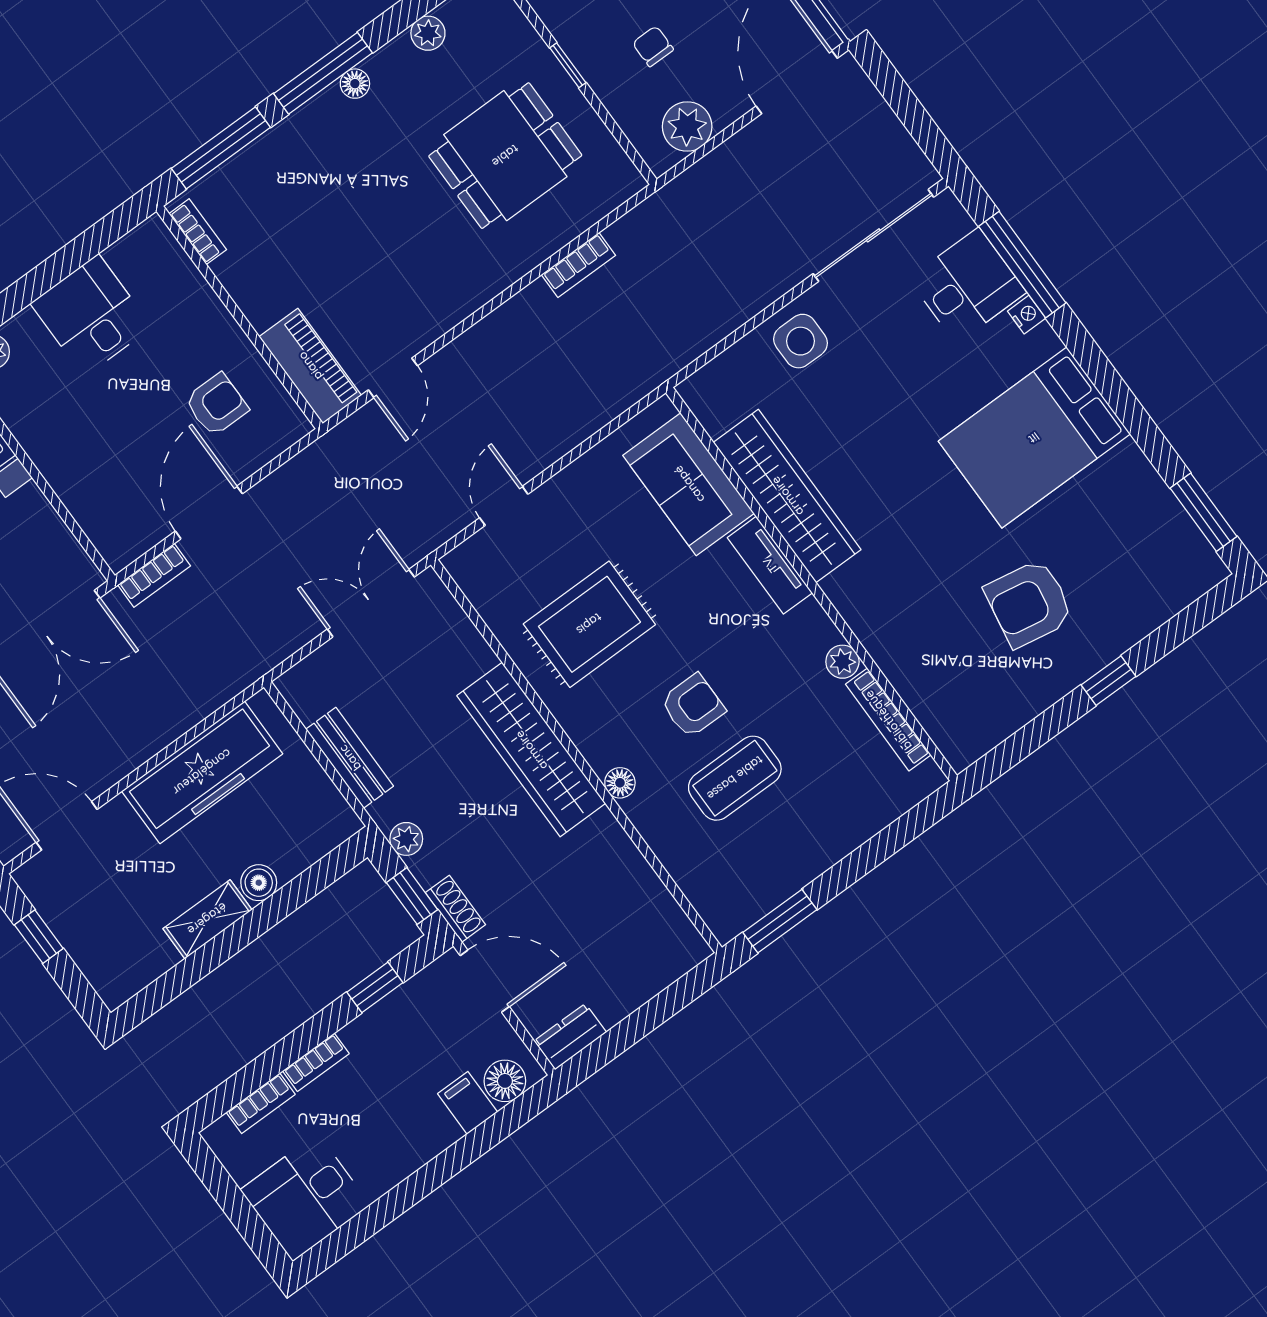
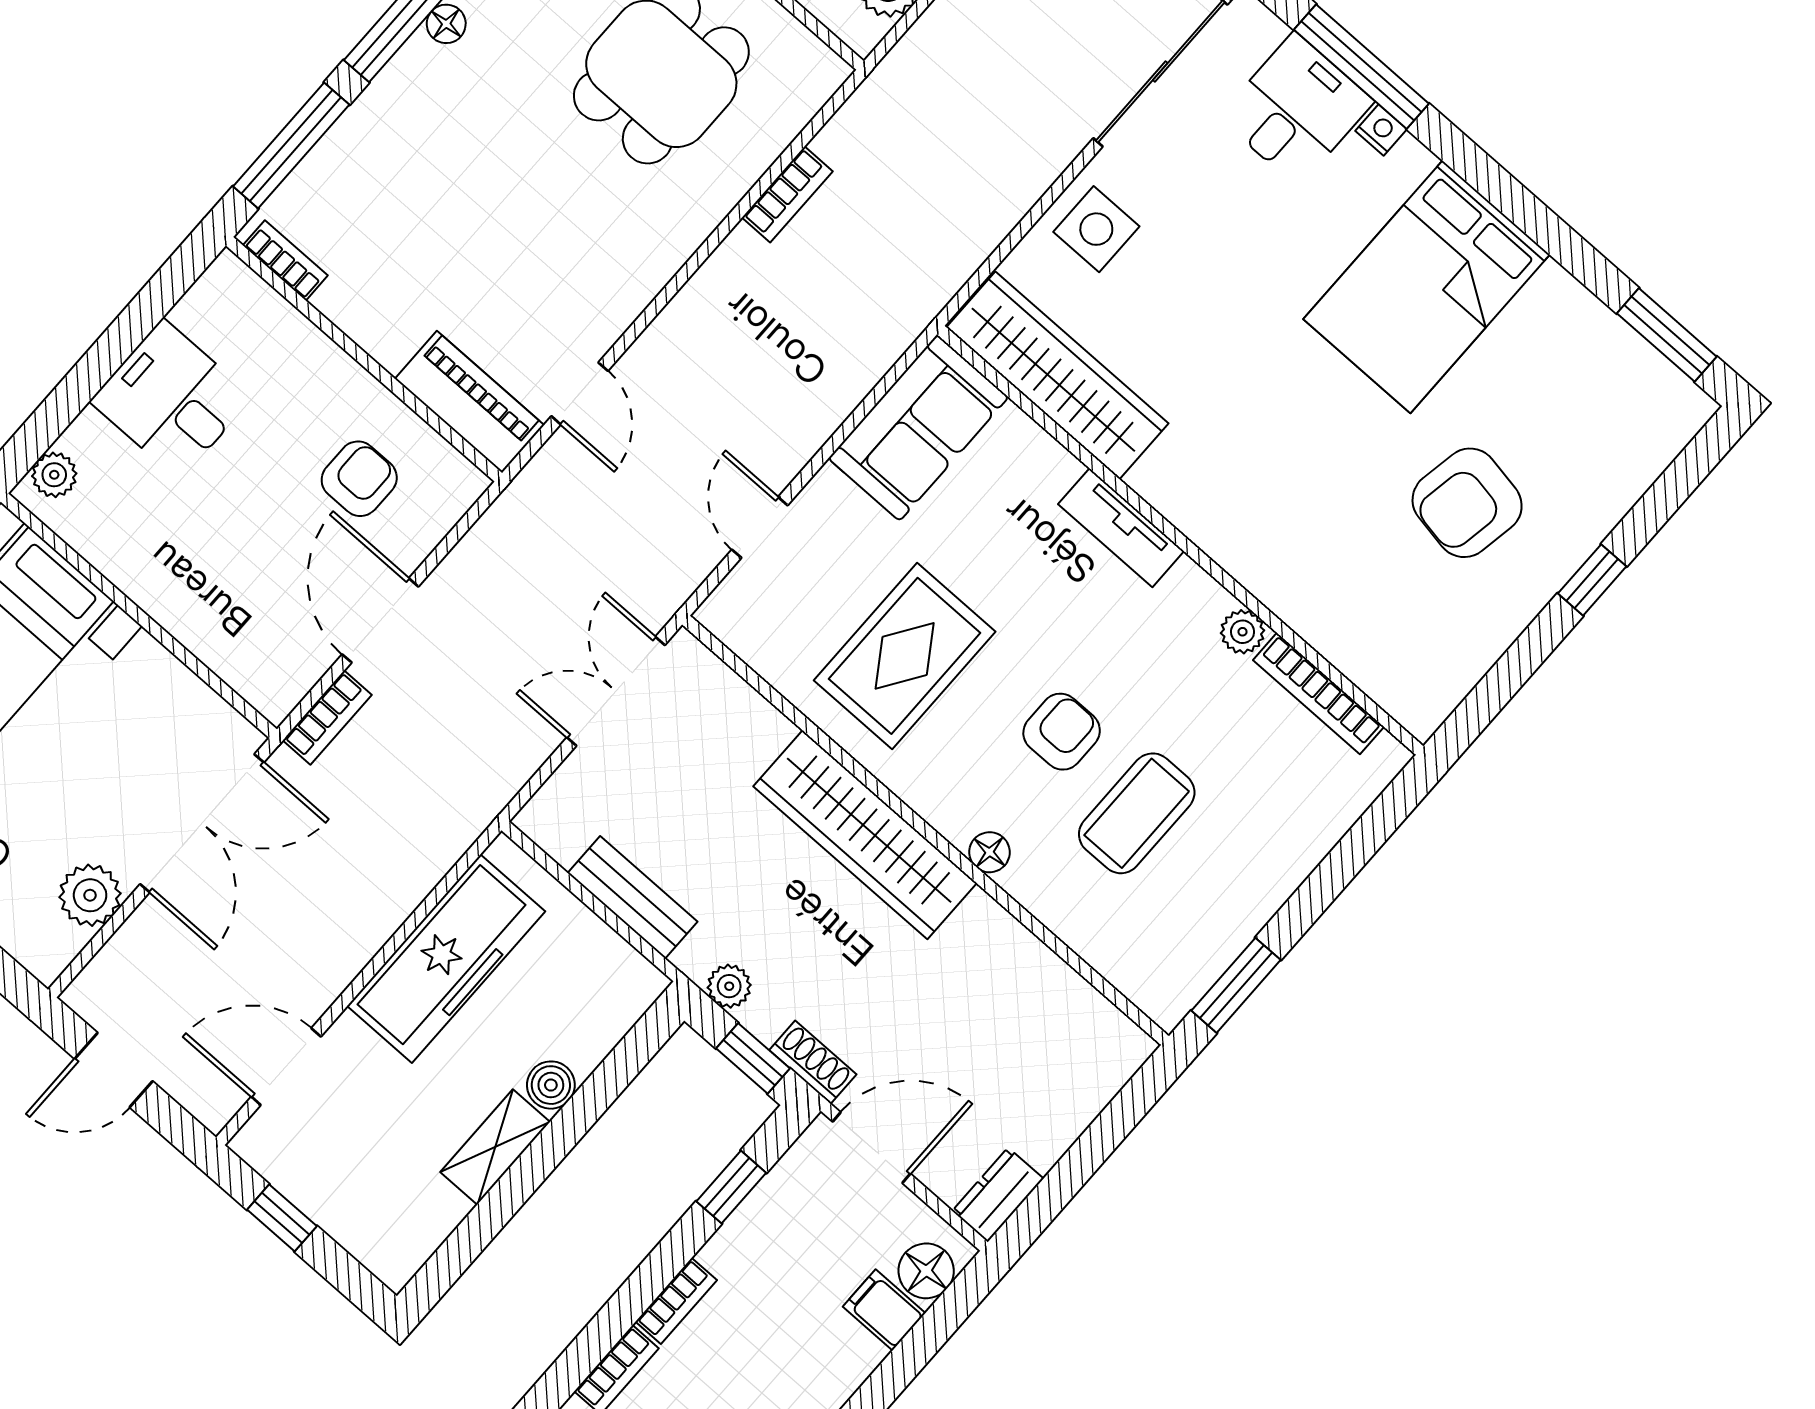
sofa: (689, 484) -> (918, 428), moved, turned -90
wardrobe: (787, 496) -> (1057, 375), moved

